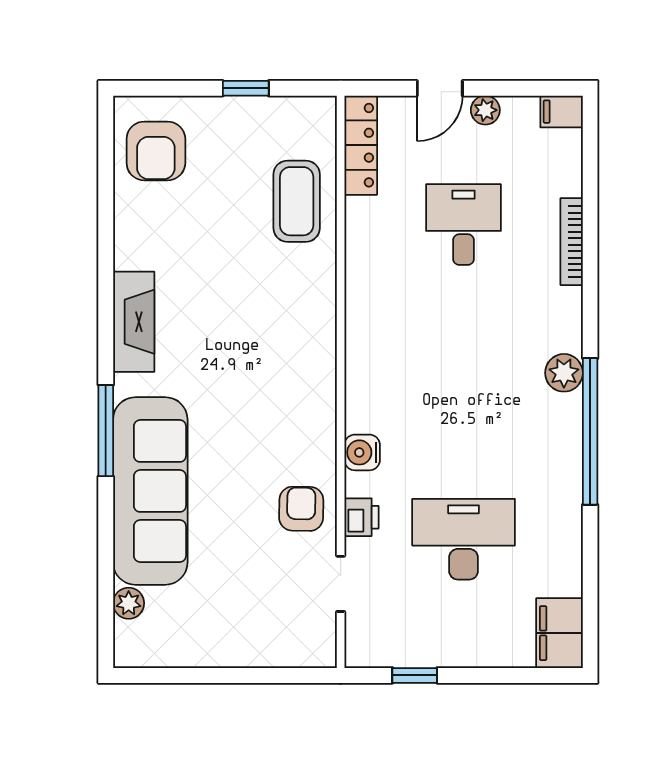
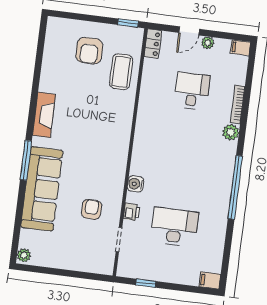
window: (246, 88) -> (128, 23), moved
locker: (361, 145) -> (153, 44), width x0.66
armchair: (156, 151) -> (89, 51), moved
plant: (564, 373) -> (231, 132), moved
armchair: (301, 509) -> (91, 209), moved
plant: (129, 603) -> (24, 255), moved
filing cabinet: (559, 633) -> (210, 280), width x0.50

